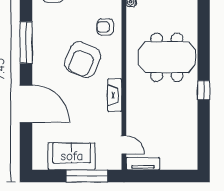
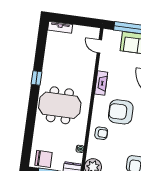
armchair: (83, 60) -> (121, 112), turned -113
tv unit: (143, 164) -> (60, 27), moved

